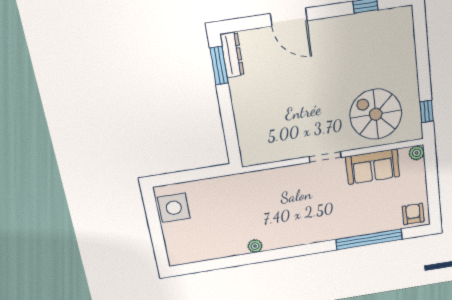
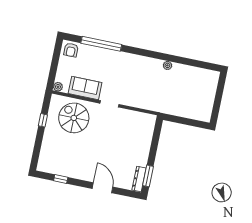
window: (427, 111) -> (43, 120), moved
spiral stairs: (376, 114) -> (74, 118), turned 180
side table: (174, 208) -> (203, 106), removed

